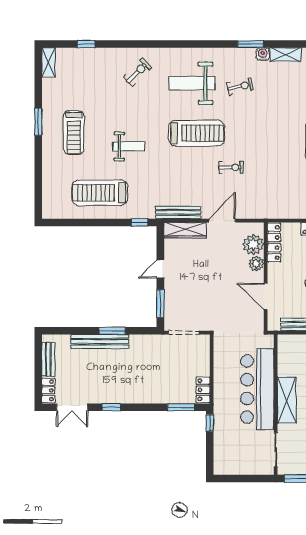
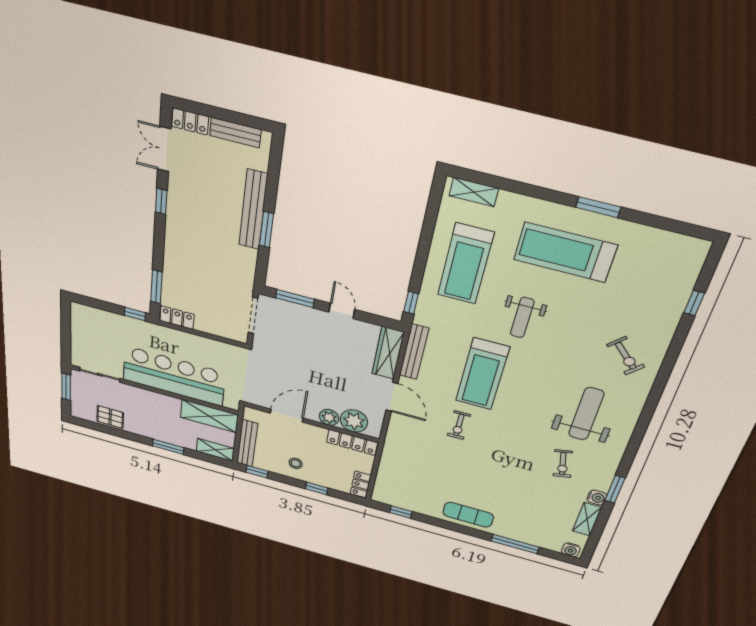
shelving: (48, 62) -> (474, 192), moved
treadmill: (74, 133) -> (565, 252), width x1.37, depth x1.38
treadmill: (197, 133) -> (482, 374), moved
treadmill: (100, 193) -> (466, 264), turned 180
shelving: (287, 400) -> (209, 416), moved

